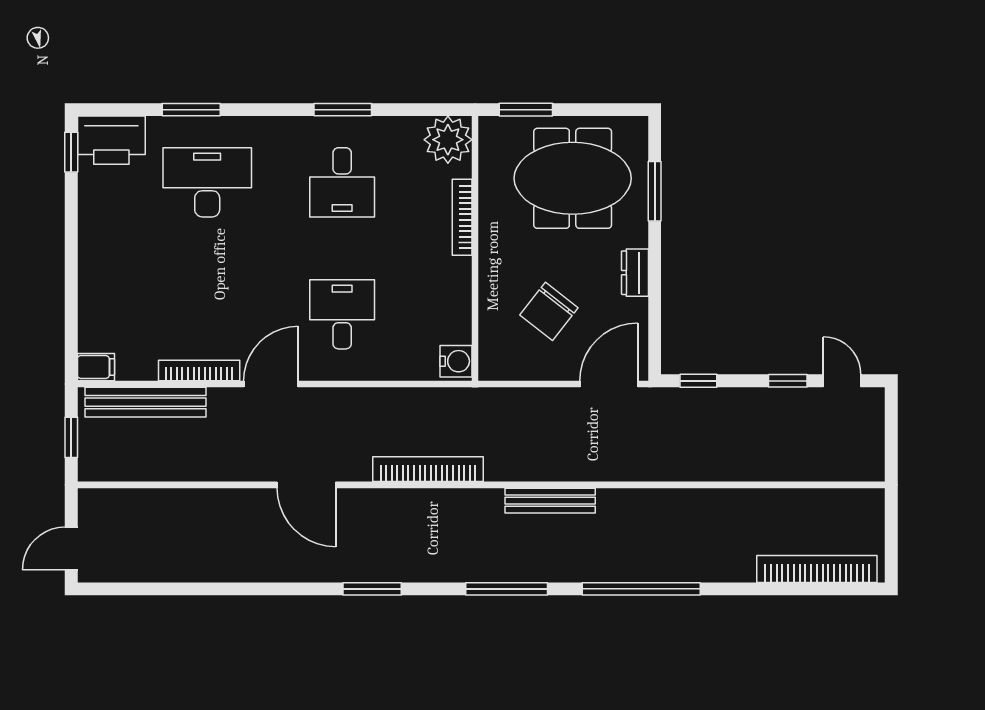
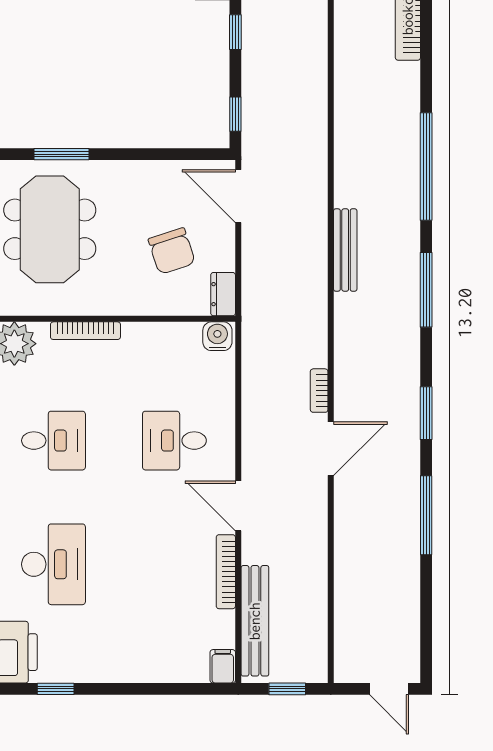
window: (71, 152) -> (56, 689), moved
desk: (207, 182) -> (53, 564), turned 180
dresser: (635, 273) -> (223, 294), moved, turned 90
chair: (549, 311) -> (172, 251), turned 34
bookcase: (428, 469) -> (319, 391), width x0.43, depth x0.76
door: (306, 485) -> (331, 449), moved
window: (261, 589) -> (426, 515), added

